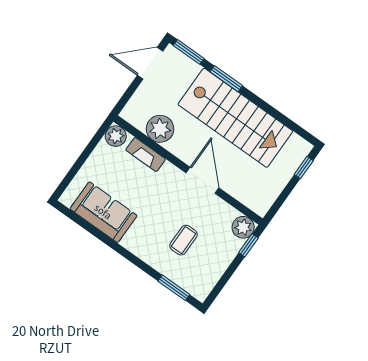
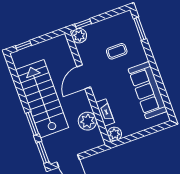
sofa: (103, 212) -> (148, 90), width x1.36

